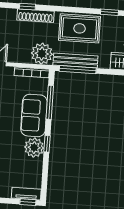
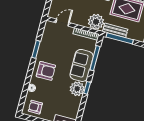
bench: (75, 61) -> (115, 30), width x0.73

